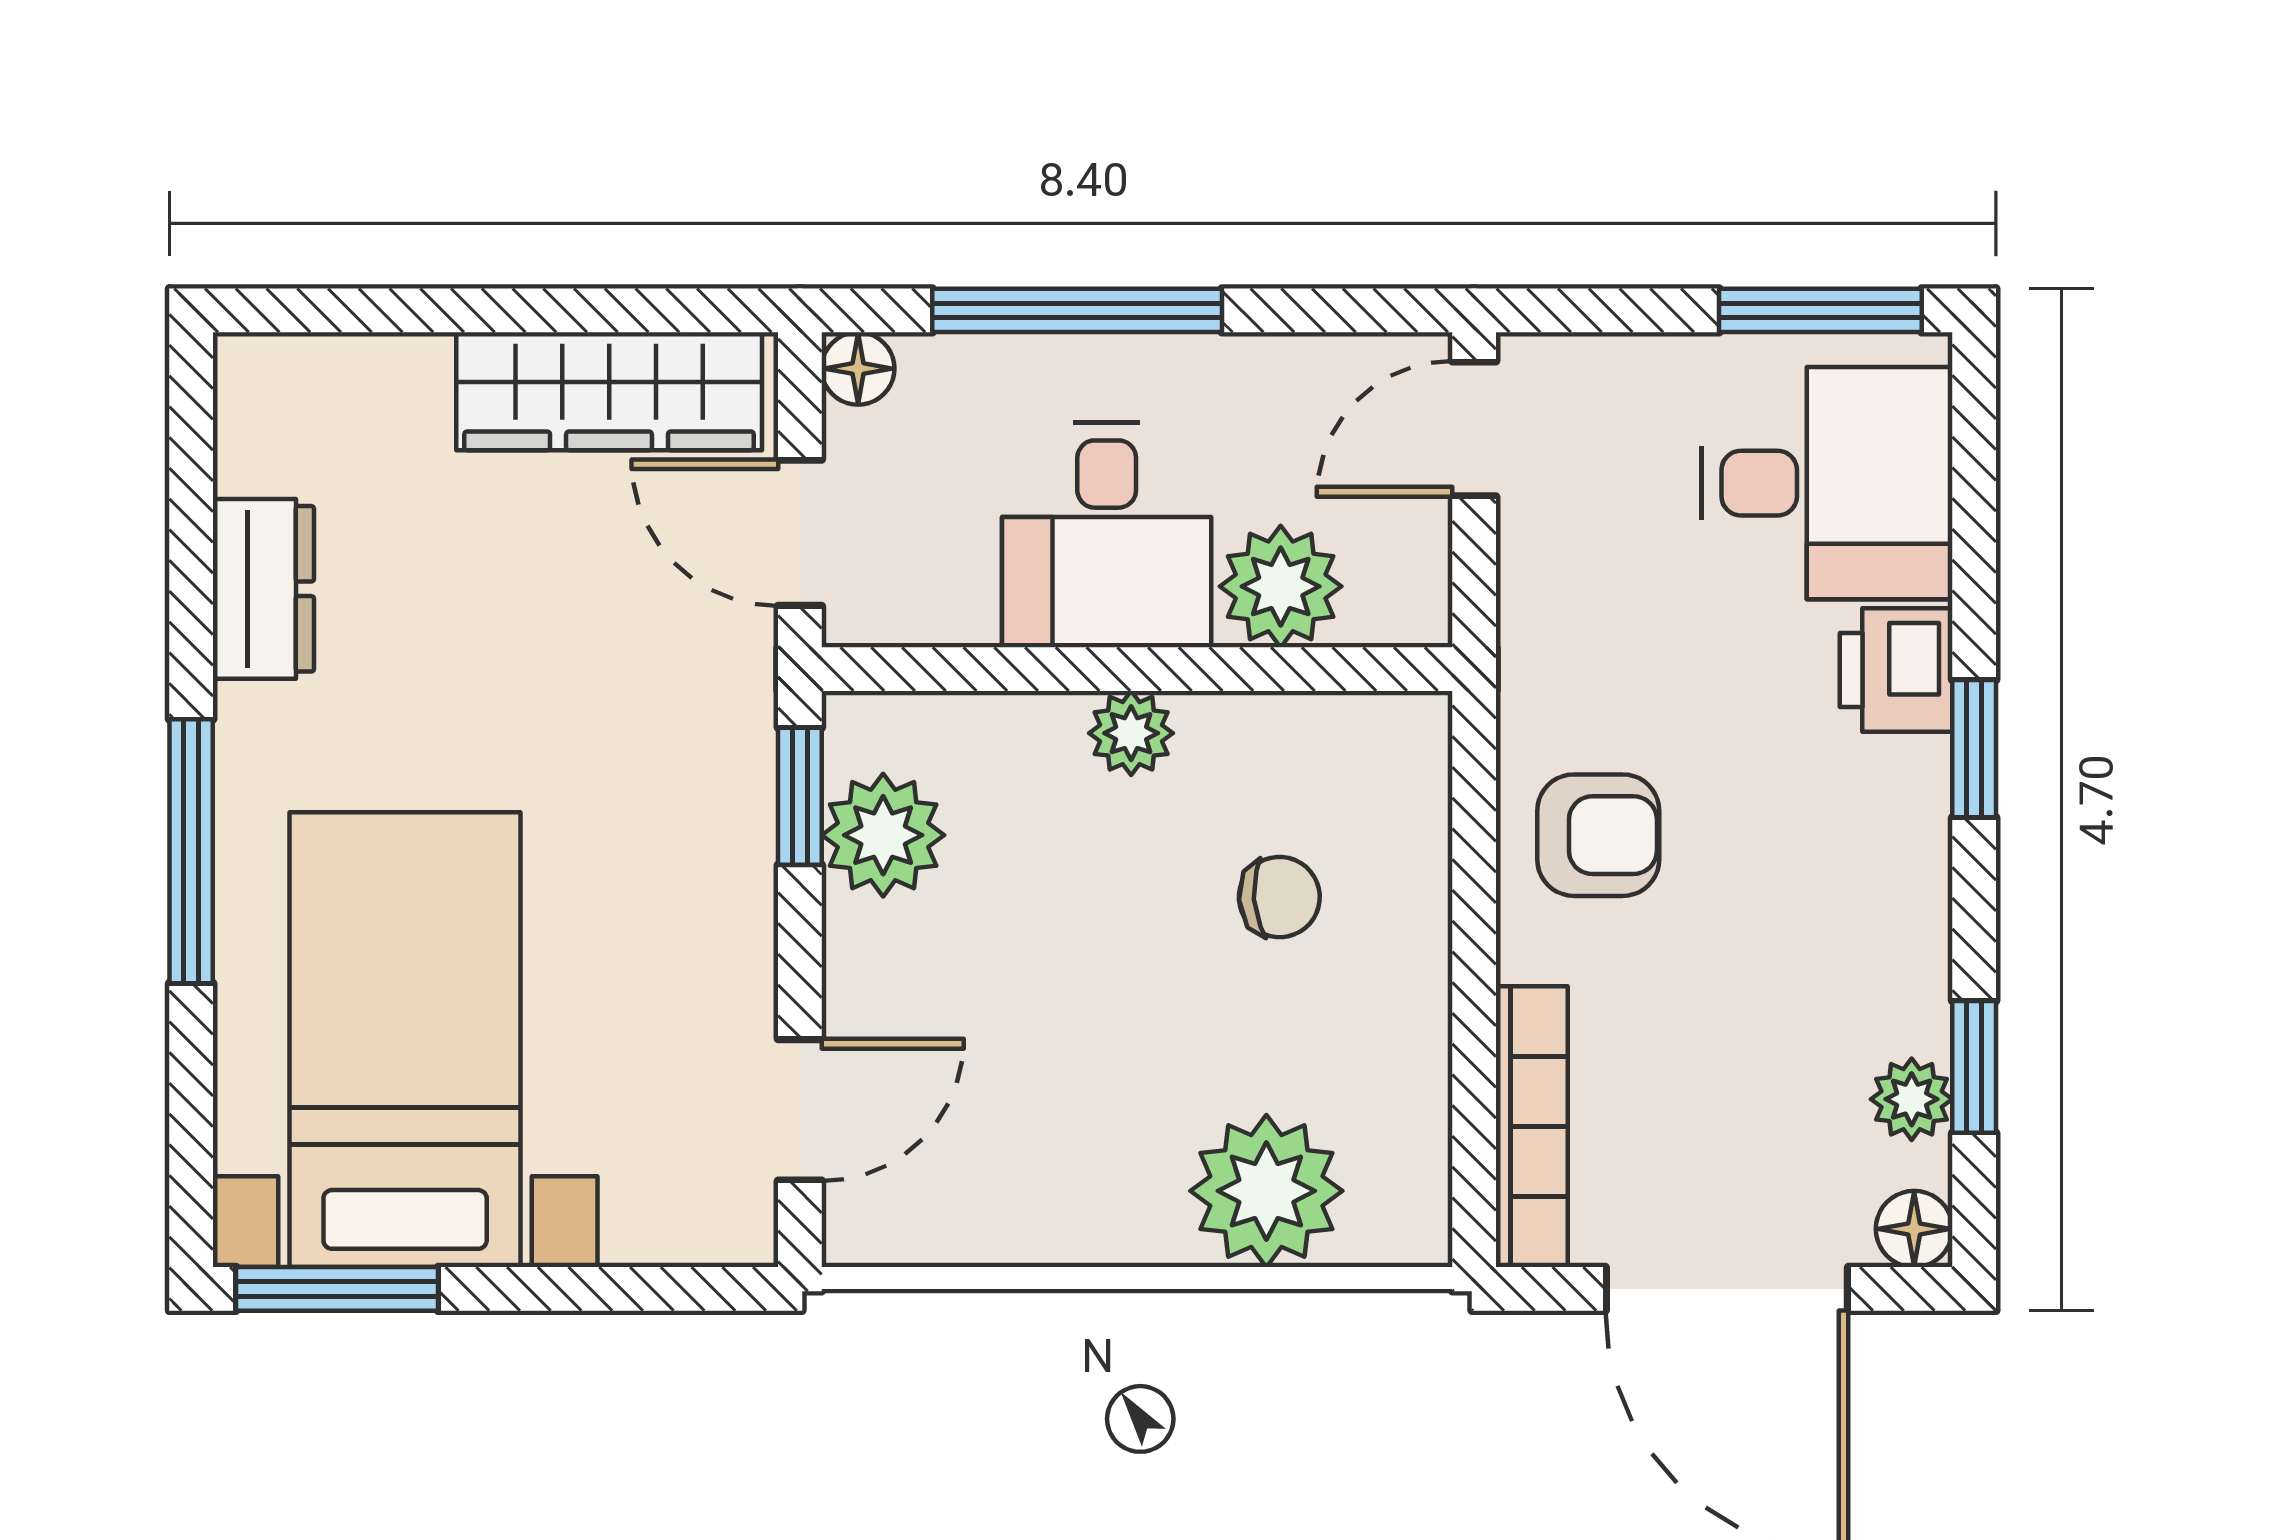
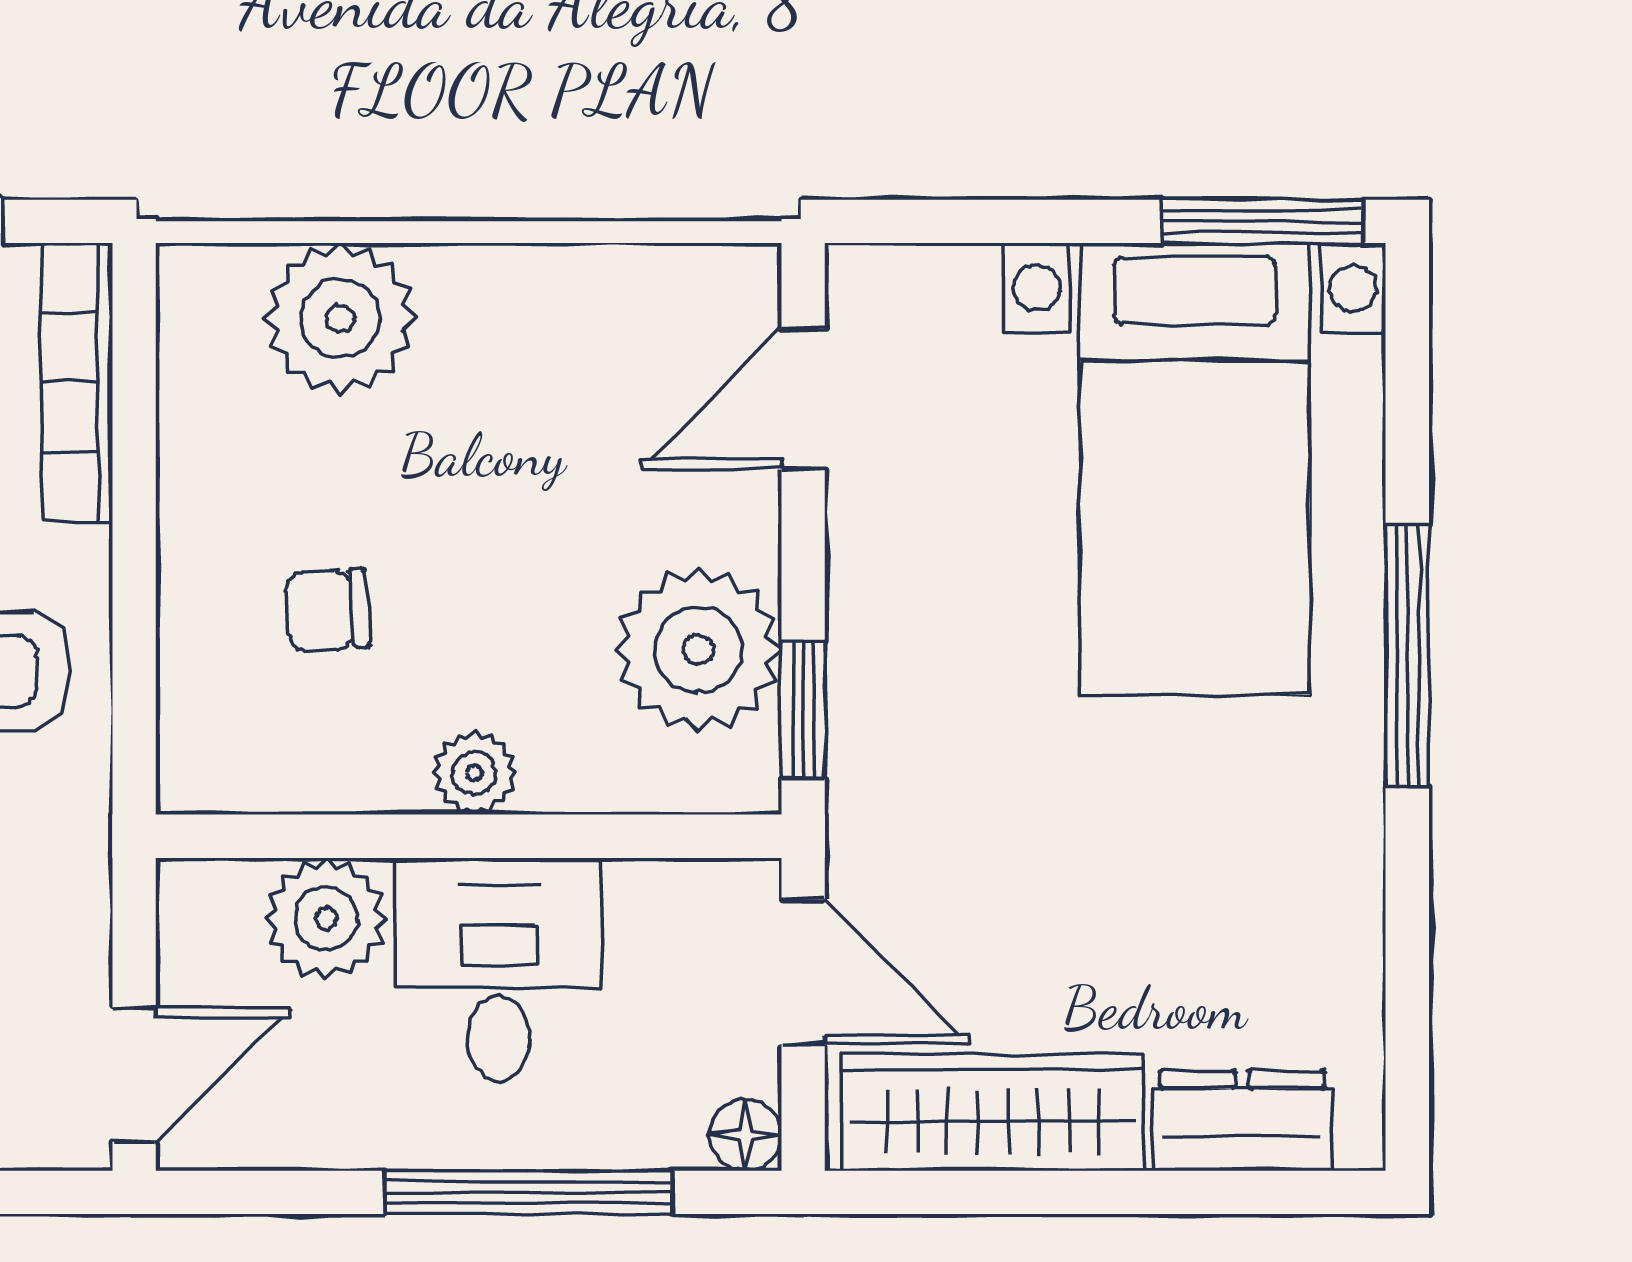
dresser: (263, 589) -> (1242, 1121), moved, turned 90
plant: (883, 835) -> (698, 650), width x1.36, depth x1.36

